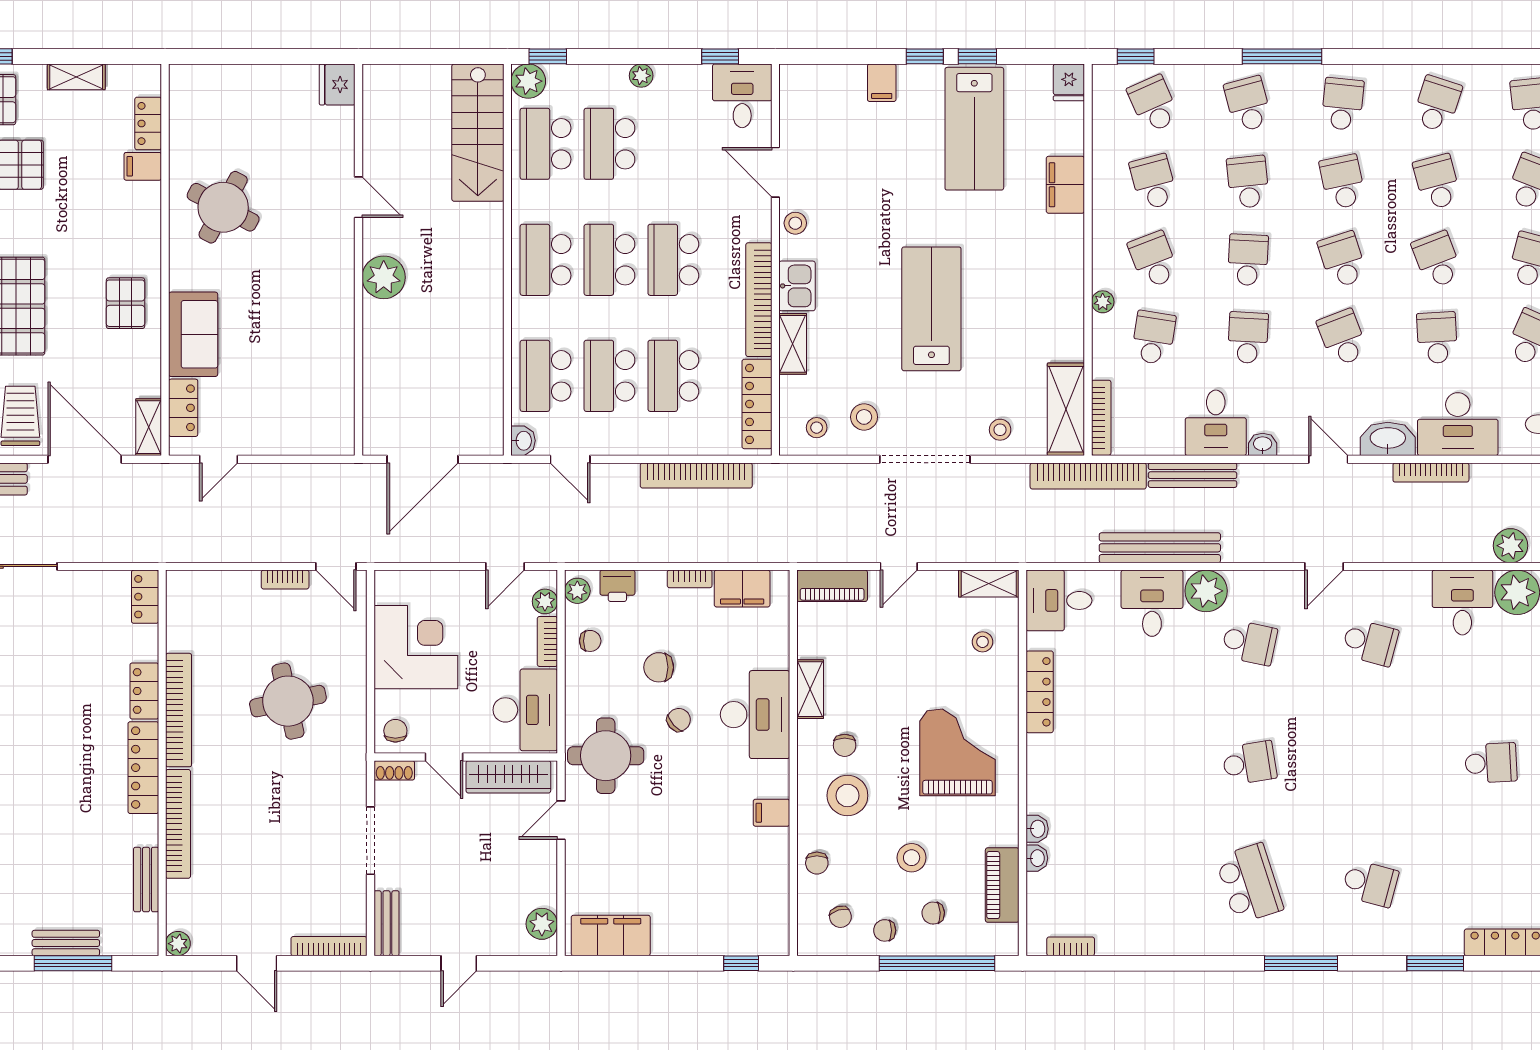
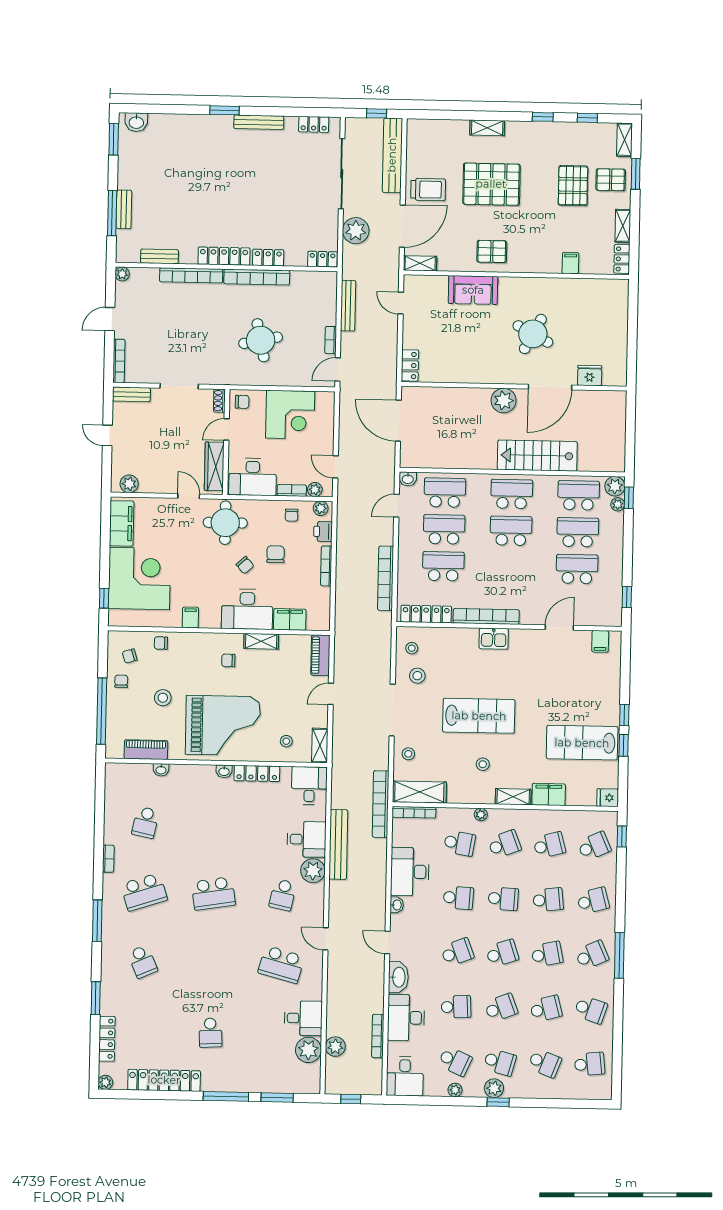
window: (1282, 56) -> (619, 955), moved
plant: (641, 76) -> (618, 504), moved
filing cabinet: (882, 83) -> (600, 641), moved, turned -90
fridge: (337, 85) -> (590, 376), moved
desk: (742, 96) -> (604, 609), removed
school desk: (1343, 104) -> (592, 955), turned -30
locker: (148, 124) -> (622, 259), moved, turned -90
stairs: (478, 133) -> (537, 456), moved
door: (359, 197) -> (550, 387), width x1.88
round table: (223, 207) -> (533, 334), moved
stool: (795, 223) -> (483, 764), moved
school desk: (673, 260) -> (577, 569), moved
shelving: (793, 344) -> (513, 797), moved
locker: (183, 408) -> (410, 365), moved, turned -90
desk: (1216, 423) -> (410, 872), width x1.37
door: (1328, 459) -> (387, 943), swing flipped
bookcase: (1431, 473) -> (378, 1036), moved
bench: (1193, 475) -> (348, 306), moved
plant: (94, 540) -> (356, 231), added
door: (899, 566) -> (331, 694), hinge flipped
bookcase: (690, 579) -> (326, 566), width x1.56
filing cabinet: (742, 589) -> (290, 619), moved, turned 90
school desk: (1370, 642) -> (281, 965), width x1.85
grand piano: (957, 752) -> (223, 725), width x1.37, depth x1.48
school desk: (1249, 763) -> (213, 893), width x1.85
stool: (847, 796) -> (199, 662), removed
washbasin: (1037, 829) -> (224, 771), moved
school desk: (1129, 883) -> (145, 822), added
school desk: (1370, 883) -> (142, 962), turned -39
corner desk: (706, 903) -> (139, 579), added
chair: (933, 913) -> (131, 709), removed
bookcase: (1071, 946) -> (108, 859), moved

